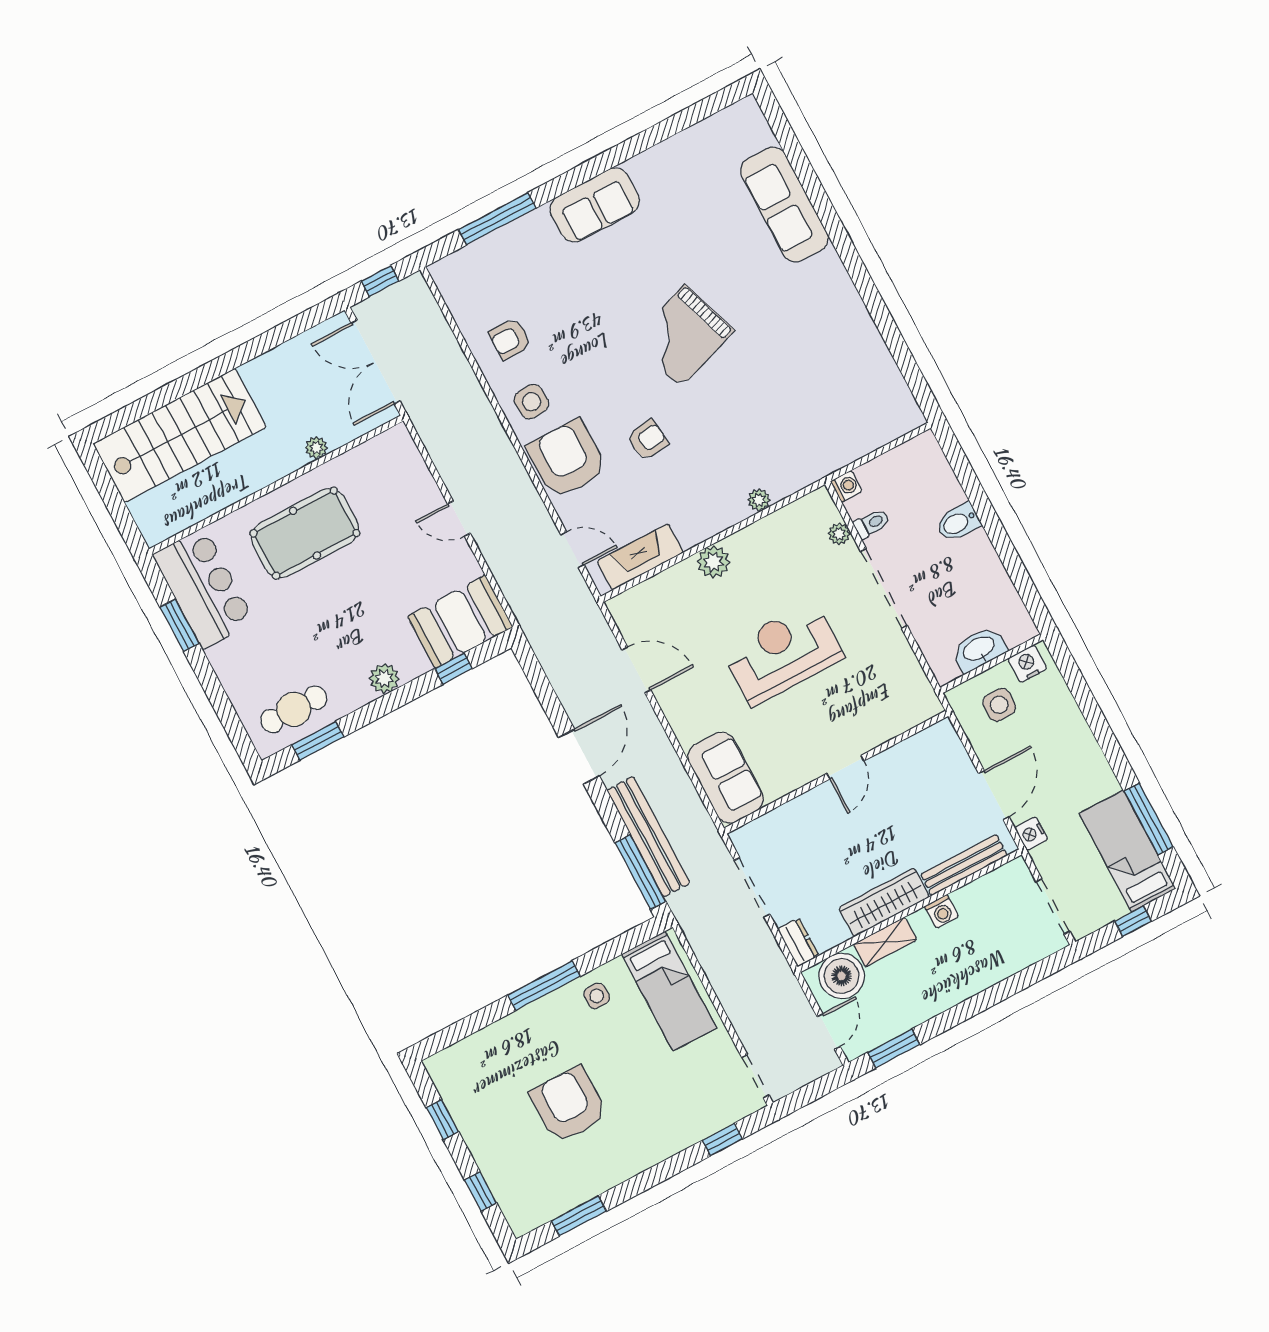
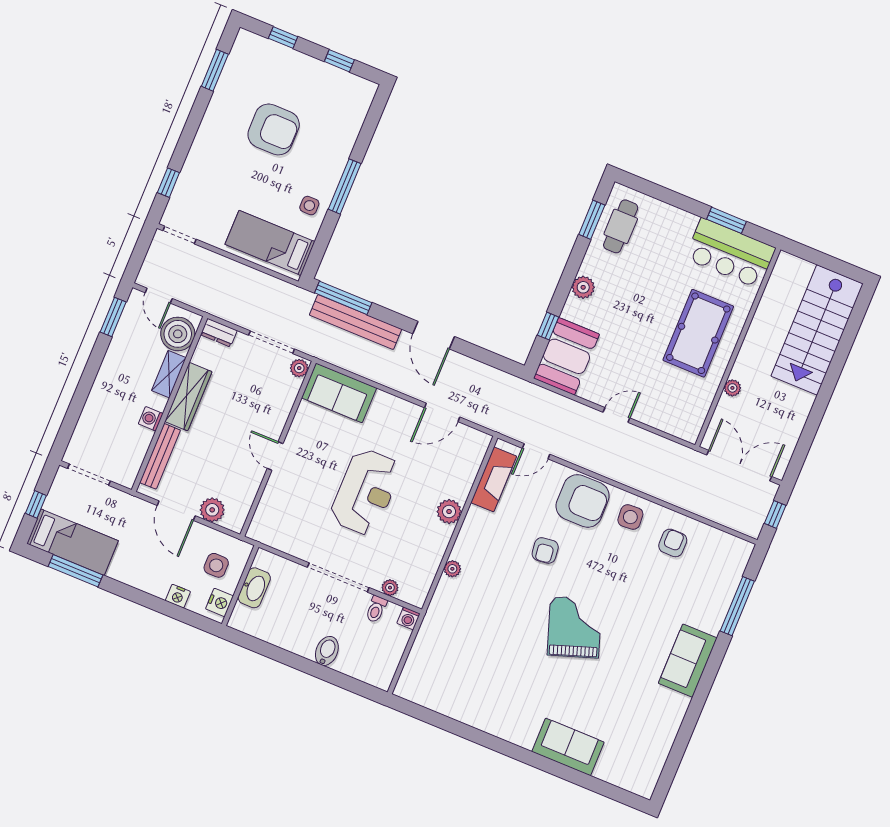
sofa: (784, 205) -> (568, 747), width x0.73
plant: (956, 765) -> (212, 510), added
nightstand: (1031, 834) -> (178, 596), moved, turned 180
plant: (746, 837) -> (299, 368), added

